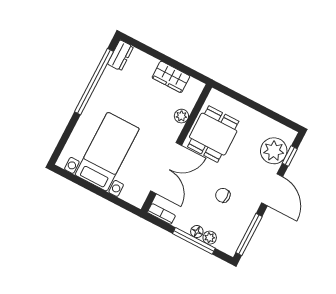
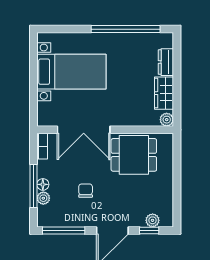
dresser: (120, 55) -> (166, 62), moved, turned 90
plant: (181, 116) -> (167, 120), moved
plant: (274, 151) -> (153, 220), width x0.53, depth x0.53

